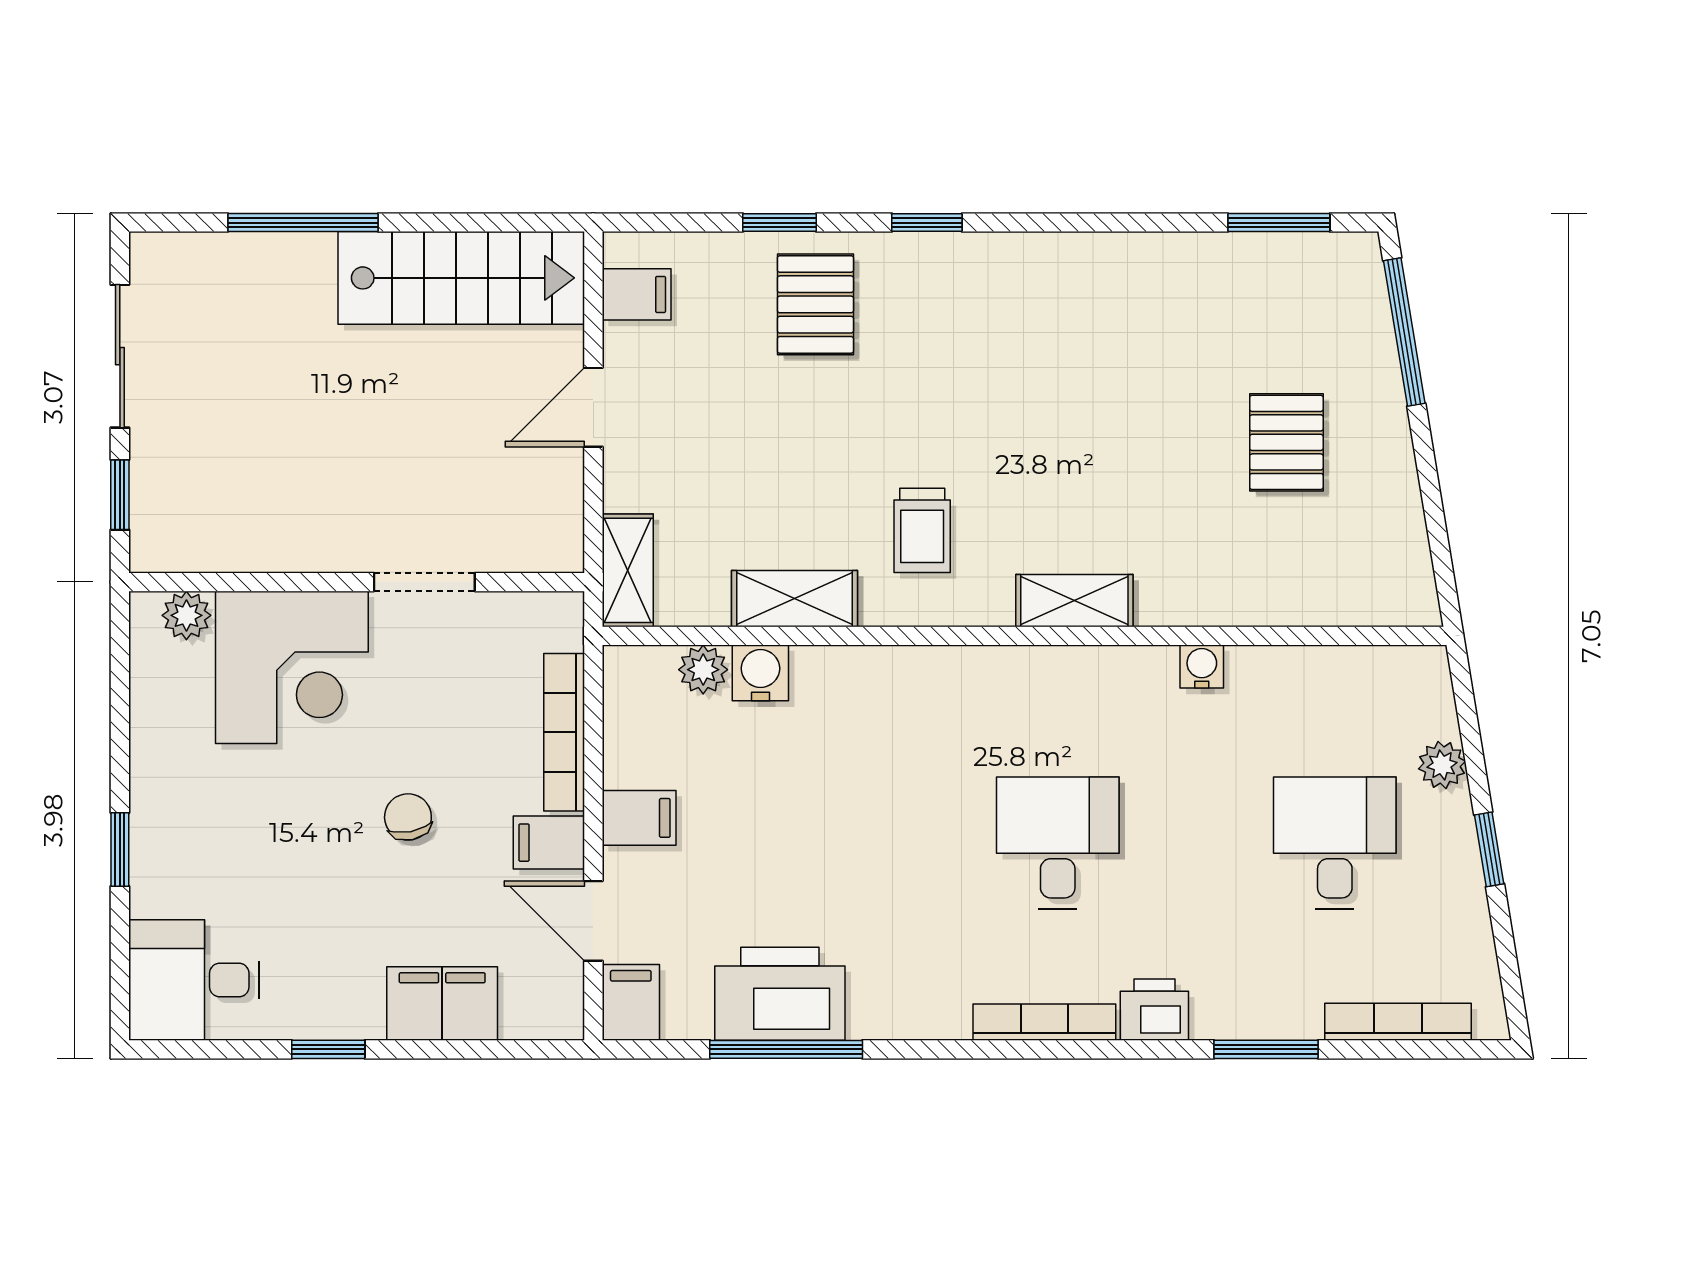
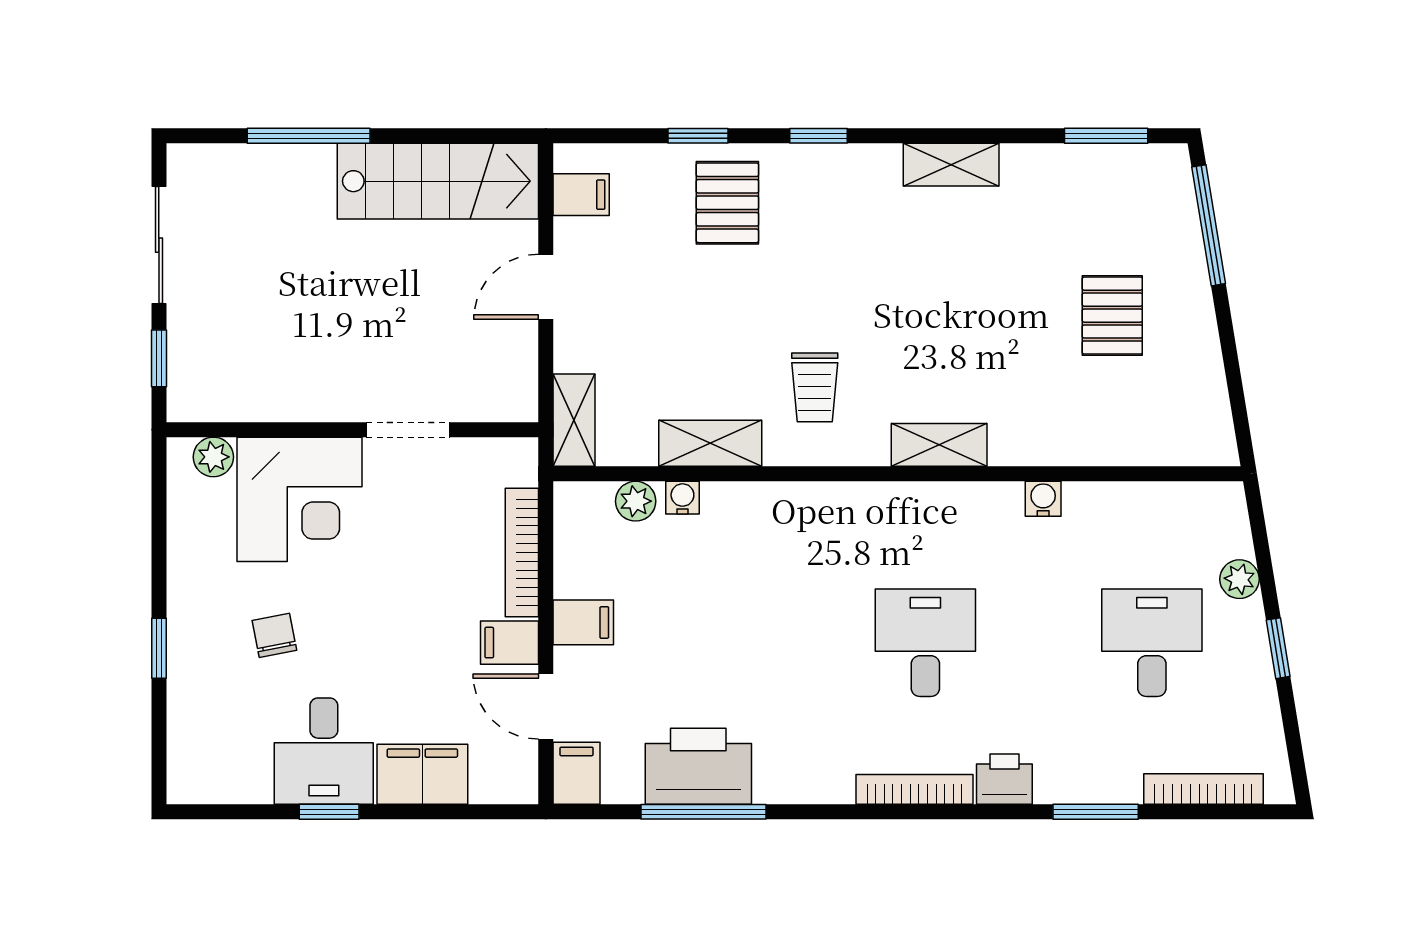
shelving: (1089, 258) -> (951, 165), added
water cooler: (760, 673) -> (682, 498), width x0.72, depth x0.72
chair: (408, 817) -> (274, 635), moved
desk: (194, 980) -> (324, 751), moved, turned -90

